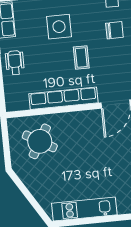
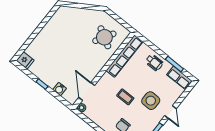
row of seats: (63, 98) -> (124, 56), moved
kitchen unit: (84, 209) -> (51, 27), removed

